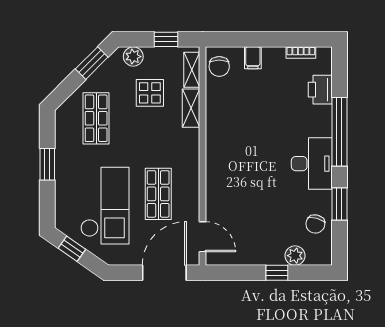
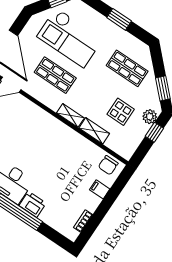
window: (166, 39) -> (154, 132), moved
chair: (219, 66) -> (108, 165), turned -90
shelving: (192, 70) -> (70, 115), moved
printer: (320, 90) -> (33, 204), moved

